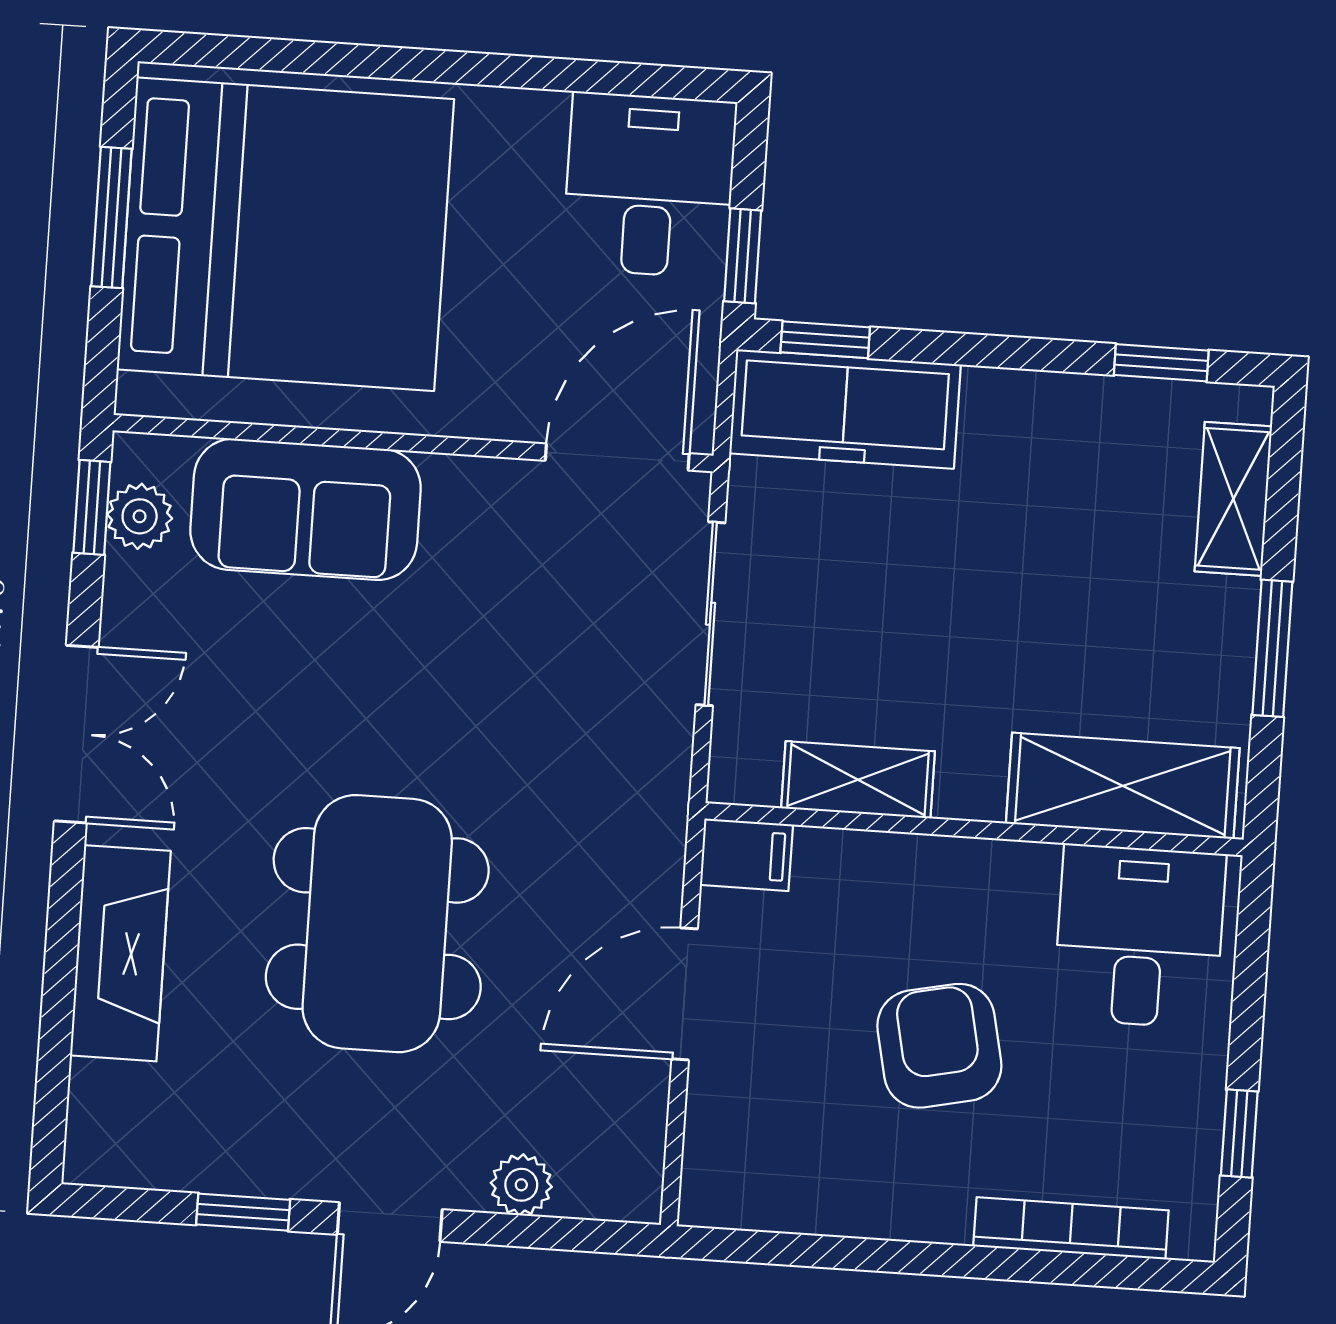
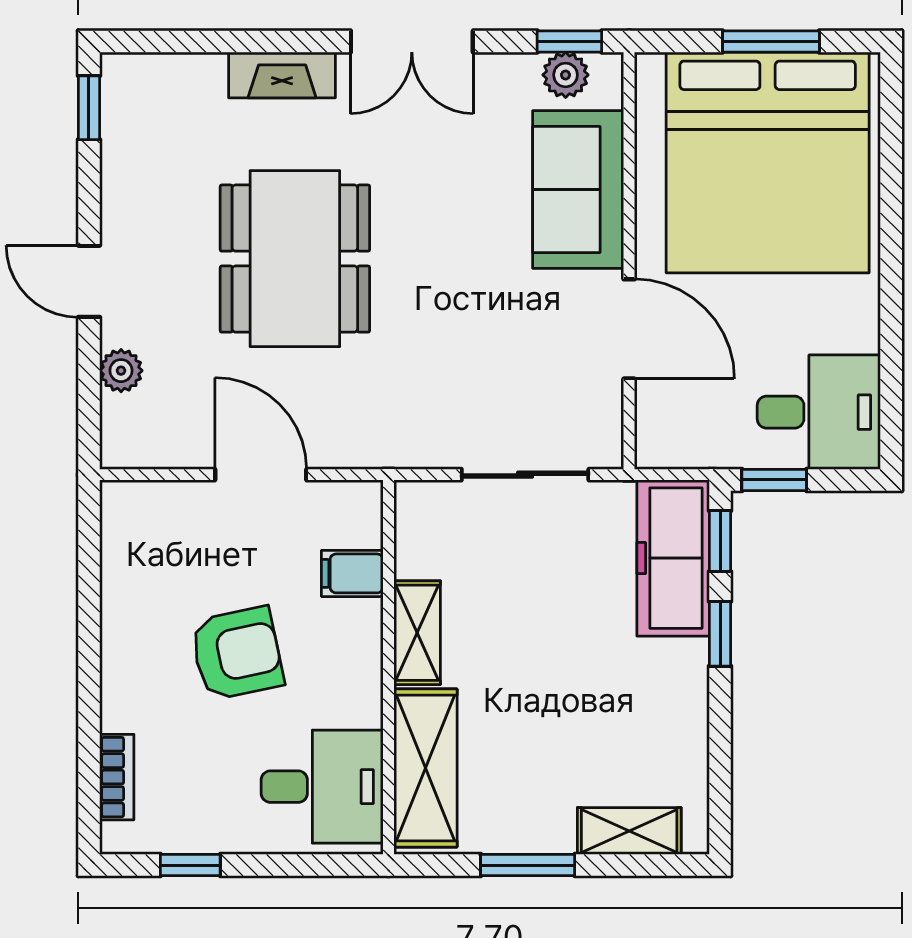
window: (1161, 363) -> (720, 634), moved
door: (617, 457) -> (629, 329), moved
shelving: (858, 780) -> (417, 633), moved
filing cabinet: (746, 855) -> (352, 573), moved, turned 90
dining table: (377, 924) -> (295, 259), turned 90
fireplace: (120, 953) -> (282, 75), width x0.73, depth x0.76
window: (243, 1212) -> (89, 108), moved
bookcase: (1071, 1228) -> (117, 777), width x0.64

